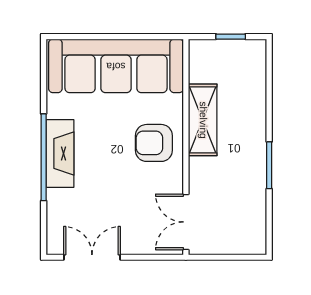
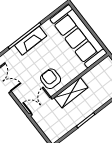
shelving: (203, 120) -> (71, 93), moved
armchair: (154, 143) -> (51, 79), moved

